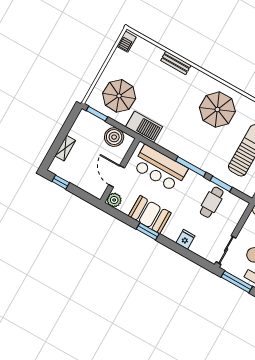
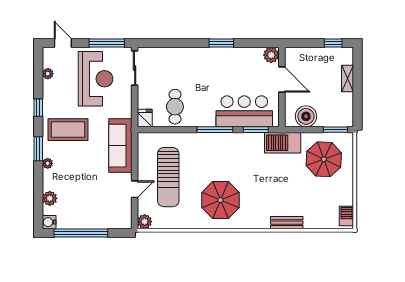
window: (221, 184) -> (256, 130), moved
booth: (150, 214) -> (228, 61), removed
fridge: (185, 239) -> (145, 118), moved, turned 180

